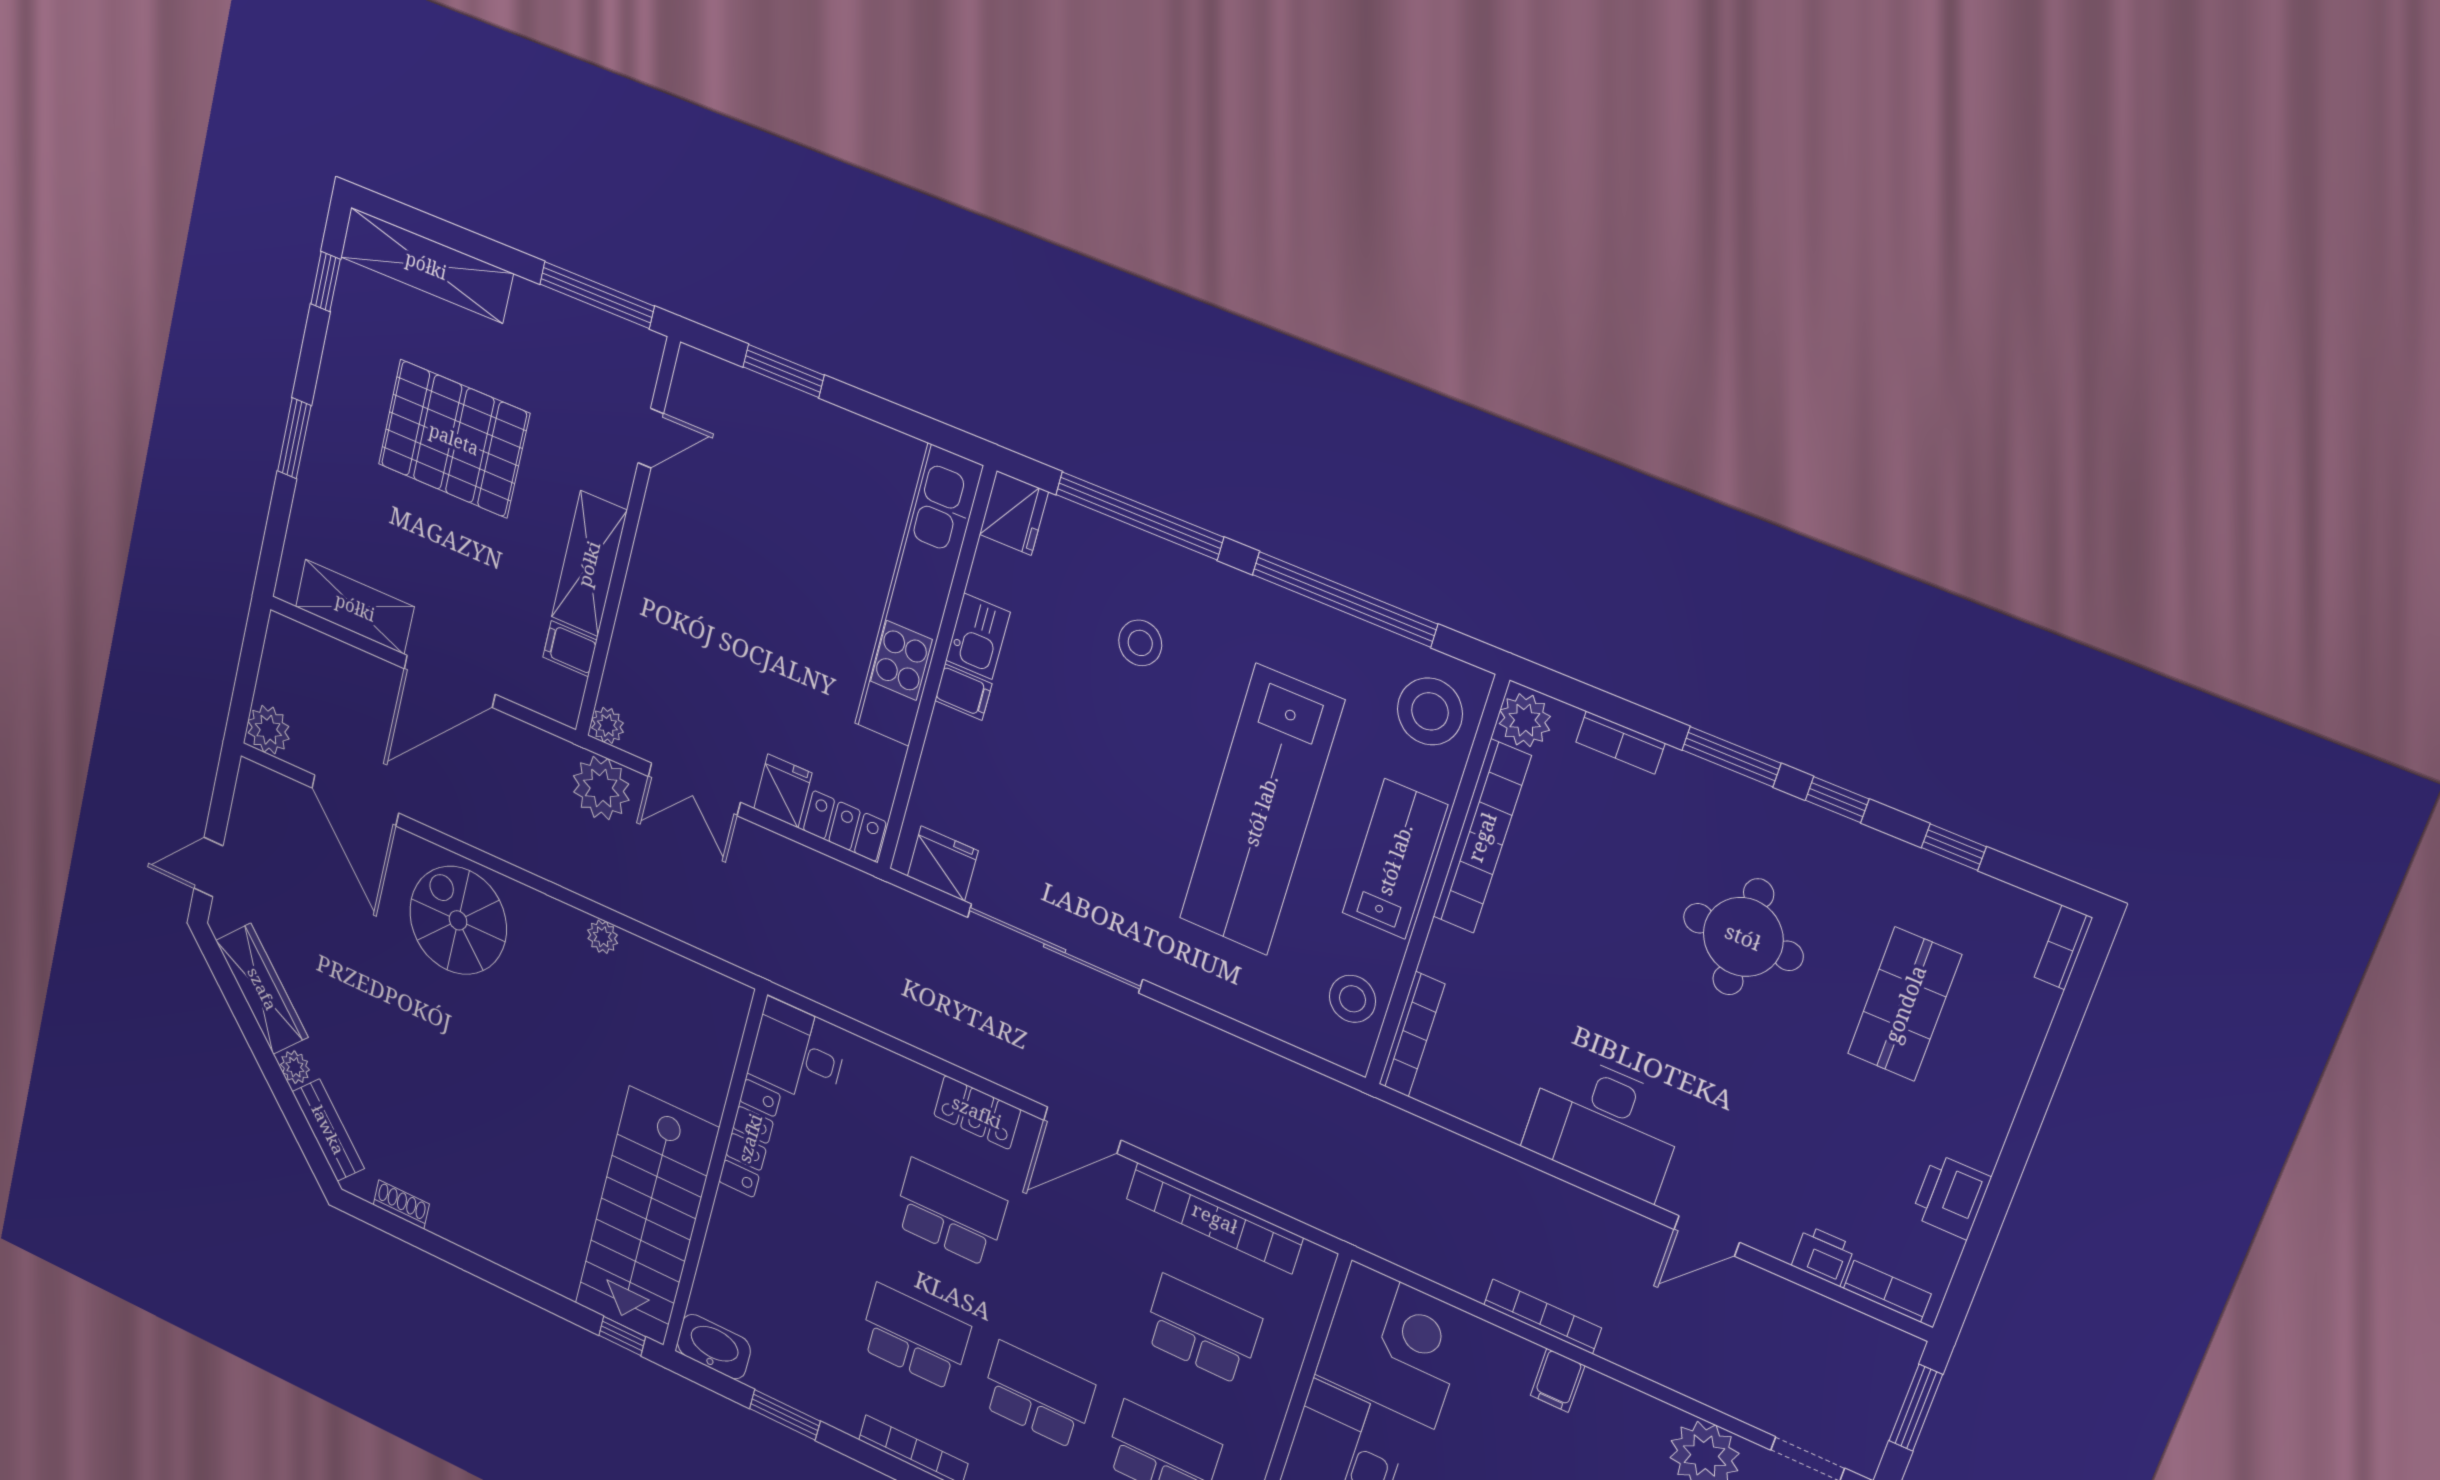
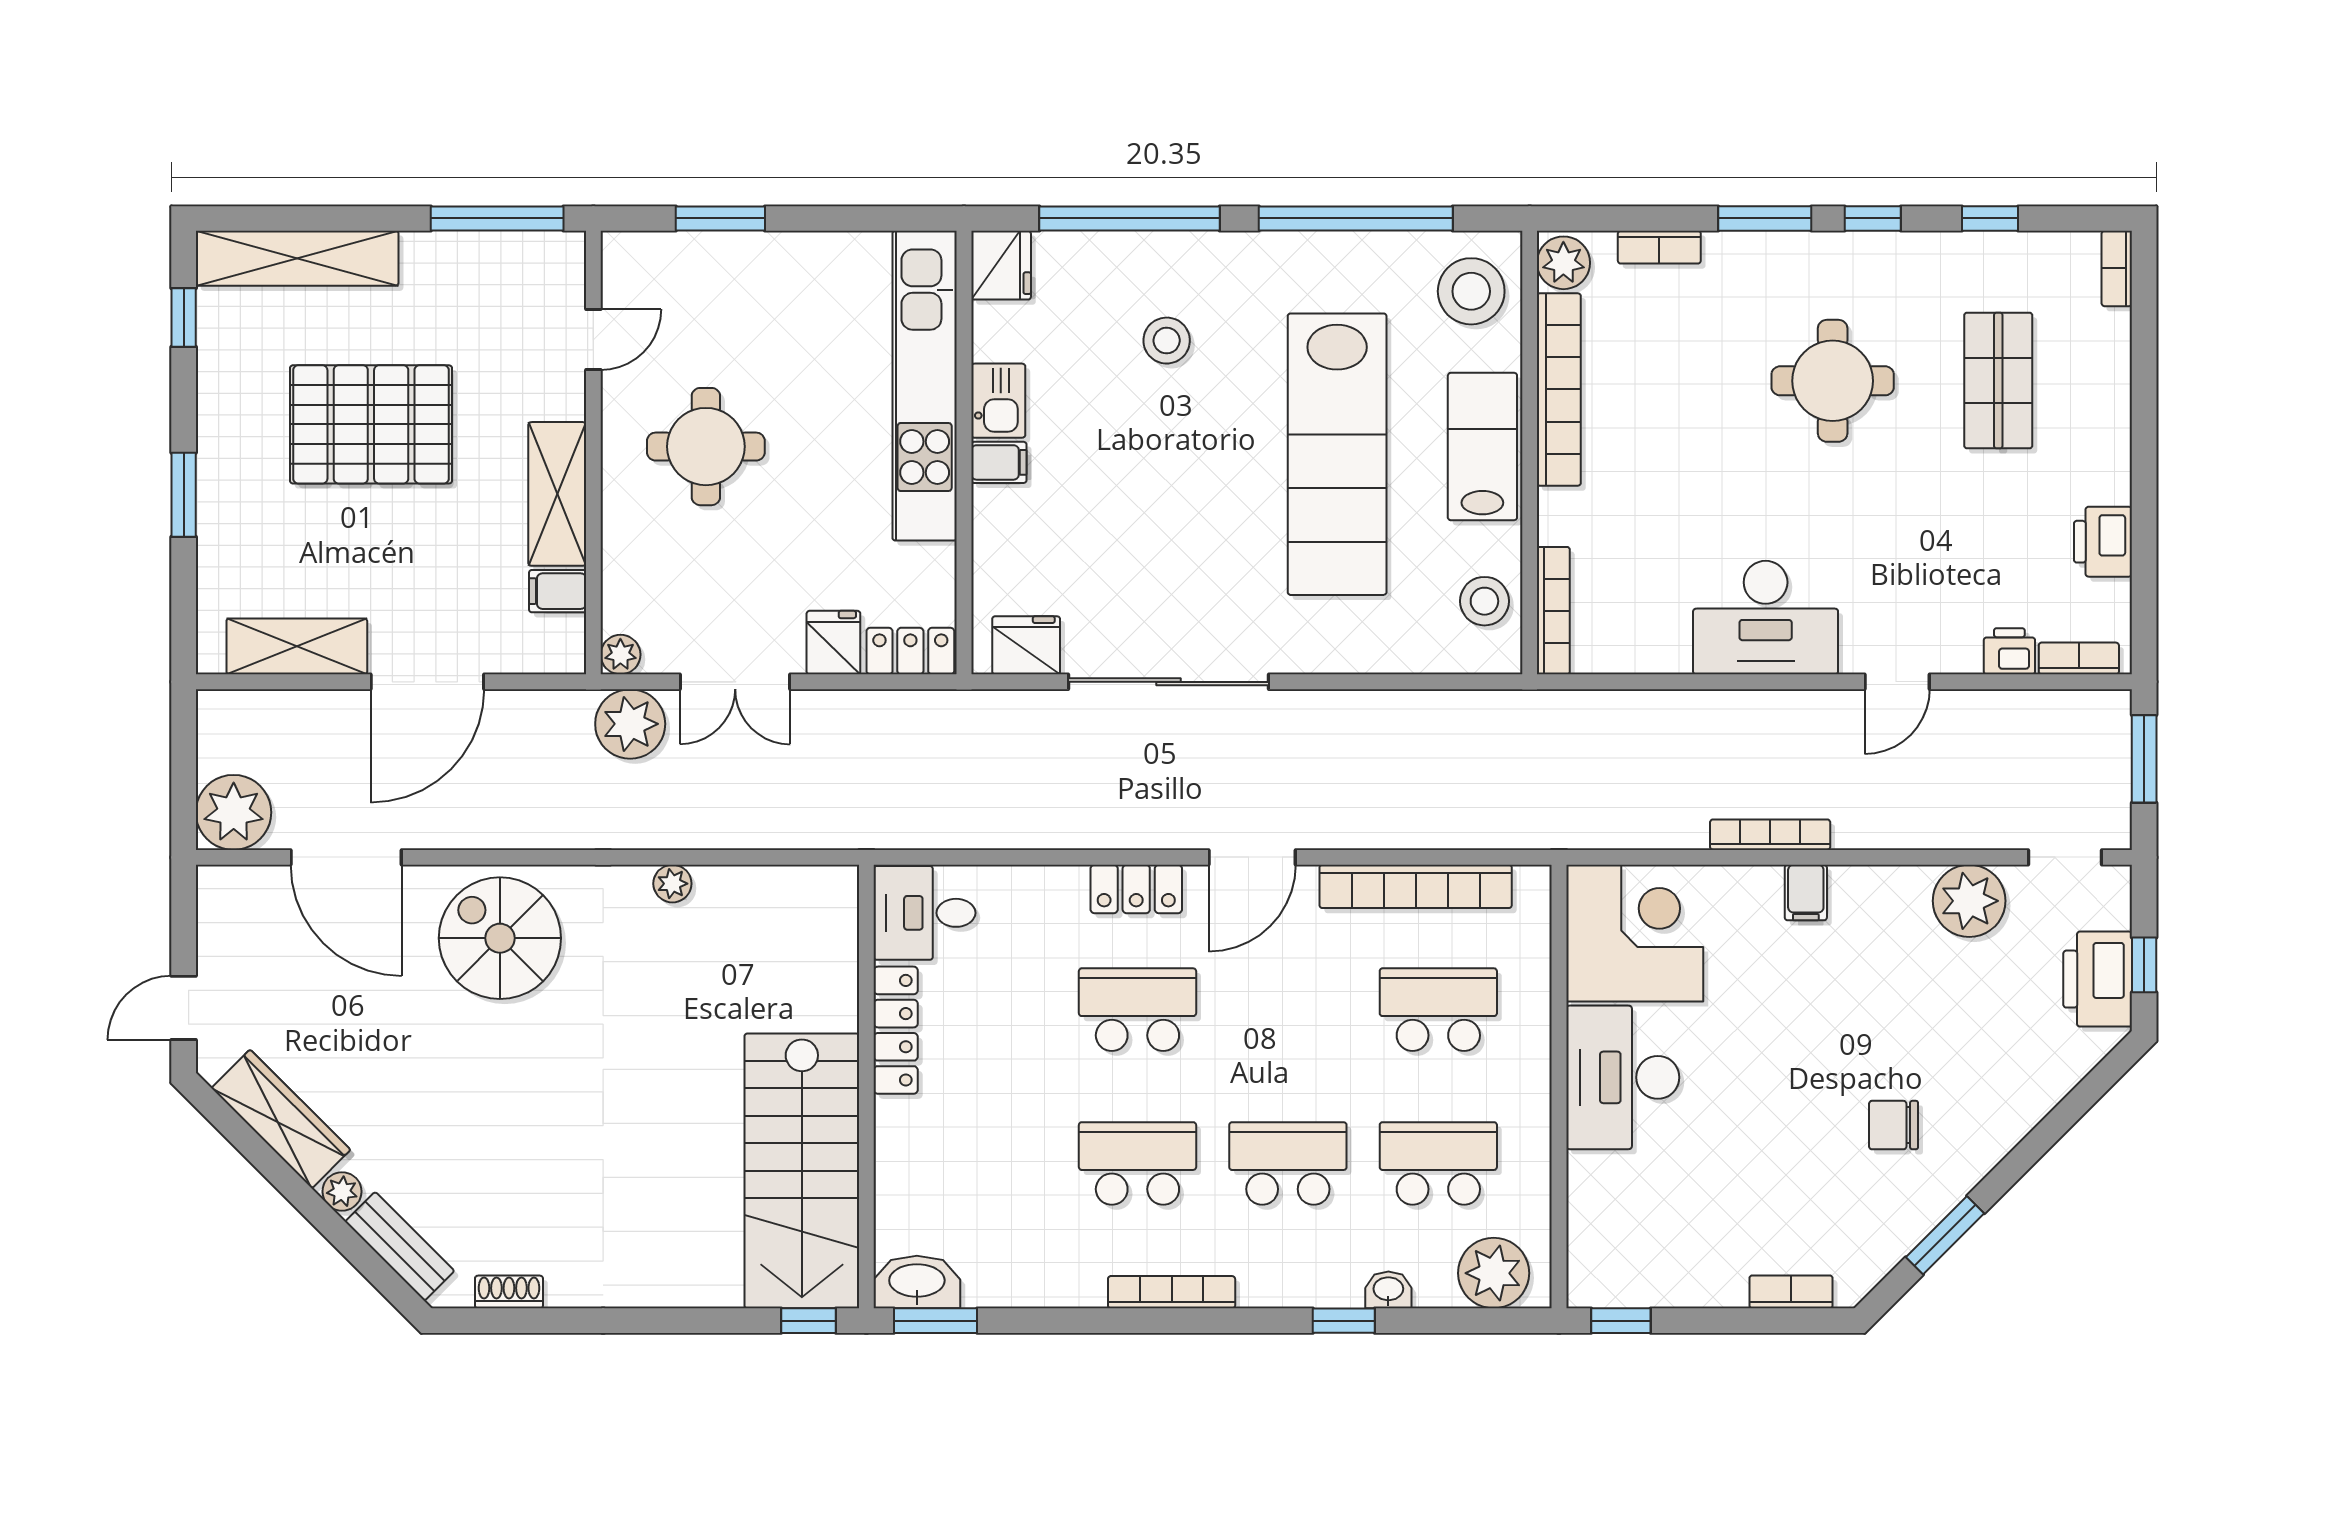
round table: (721, 573) -> (706, 447), added
plant: (268, 730) -> (234, 812), width x1.36, depth x1.36
window: (785, 1415) -> (936, 1321), moved

